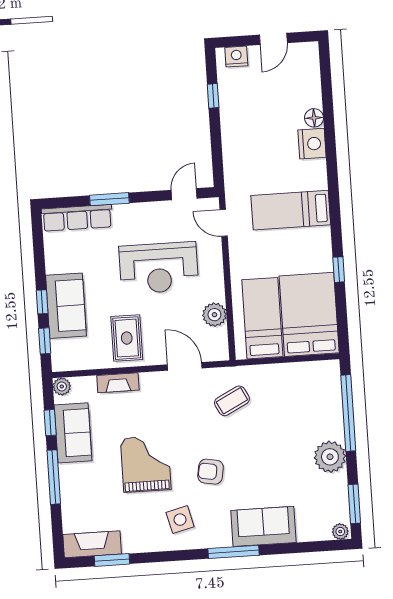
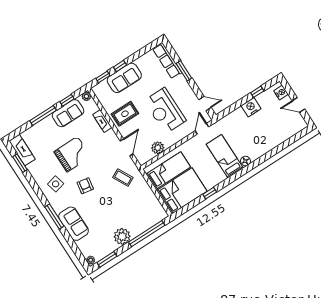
floor lamp: (314, 118) -> (245, 161), moved
nightstand: (312, 144) -> (251, 107), moved, turned 180

